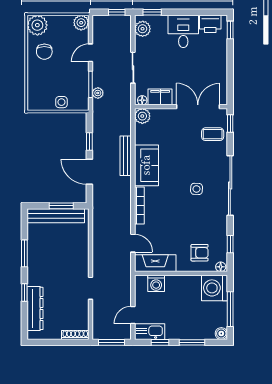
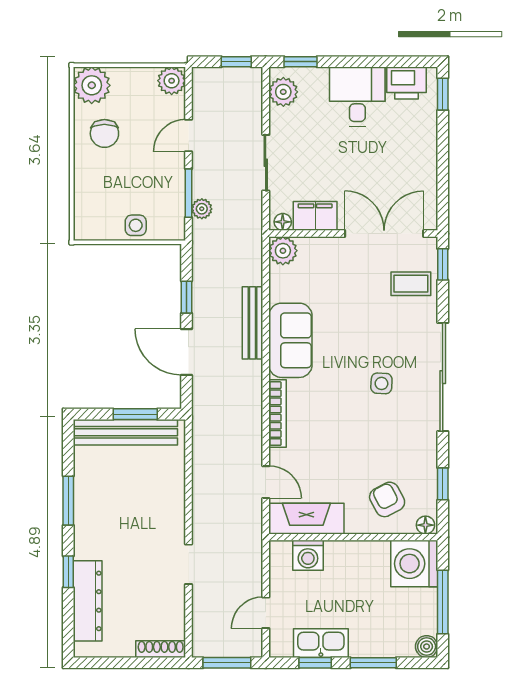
armchair: (200, 253) -> (387, 499), turned -118
kitchen sink: (150, 332) -> (321, 643), moved

